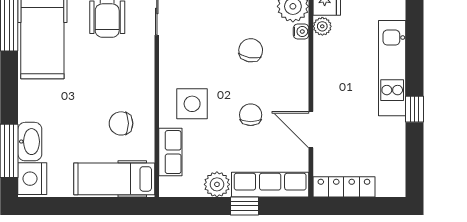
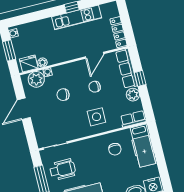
kitchen unit: (392, 68) -> (77, 17), moved
row of seats: (170, 152) -> (133, 119), moved

